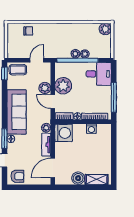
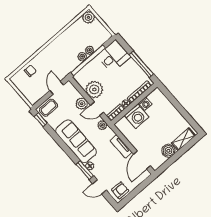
plant: (46, 128) -> (102, 125), moved
washing machine: (64, 133) -> (137, 116), moved, turned 90

